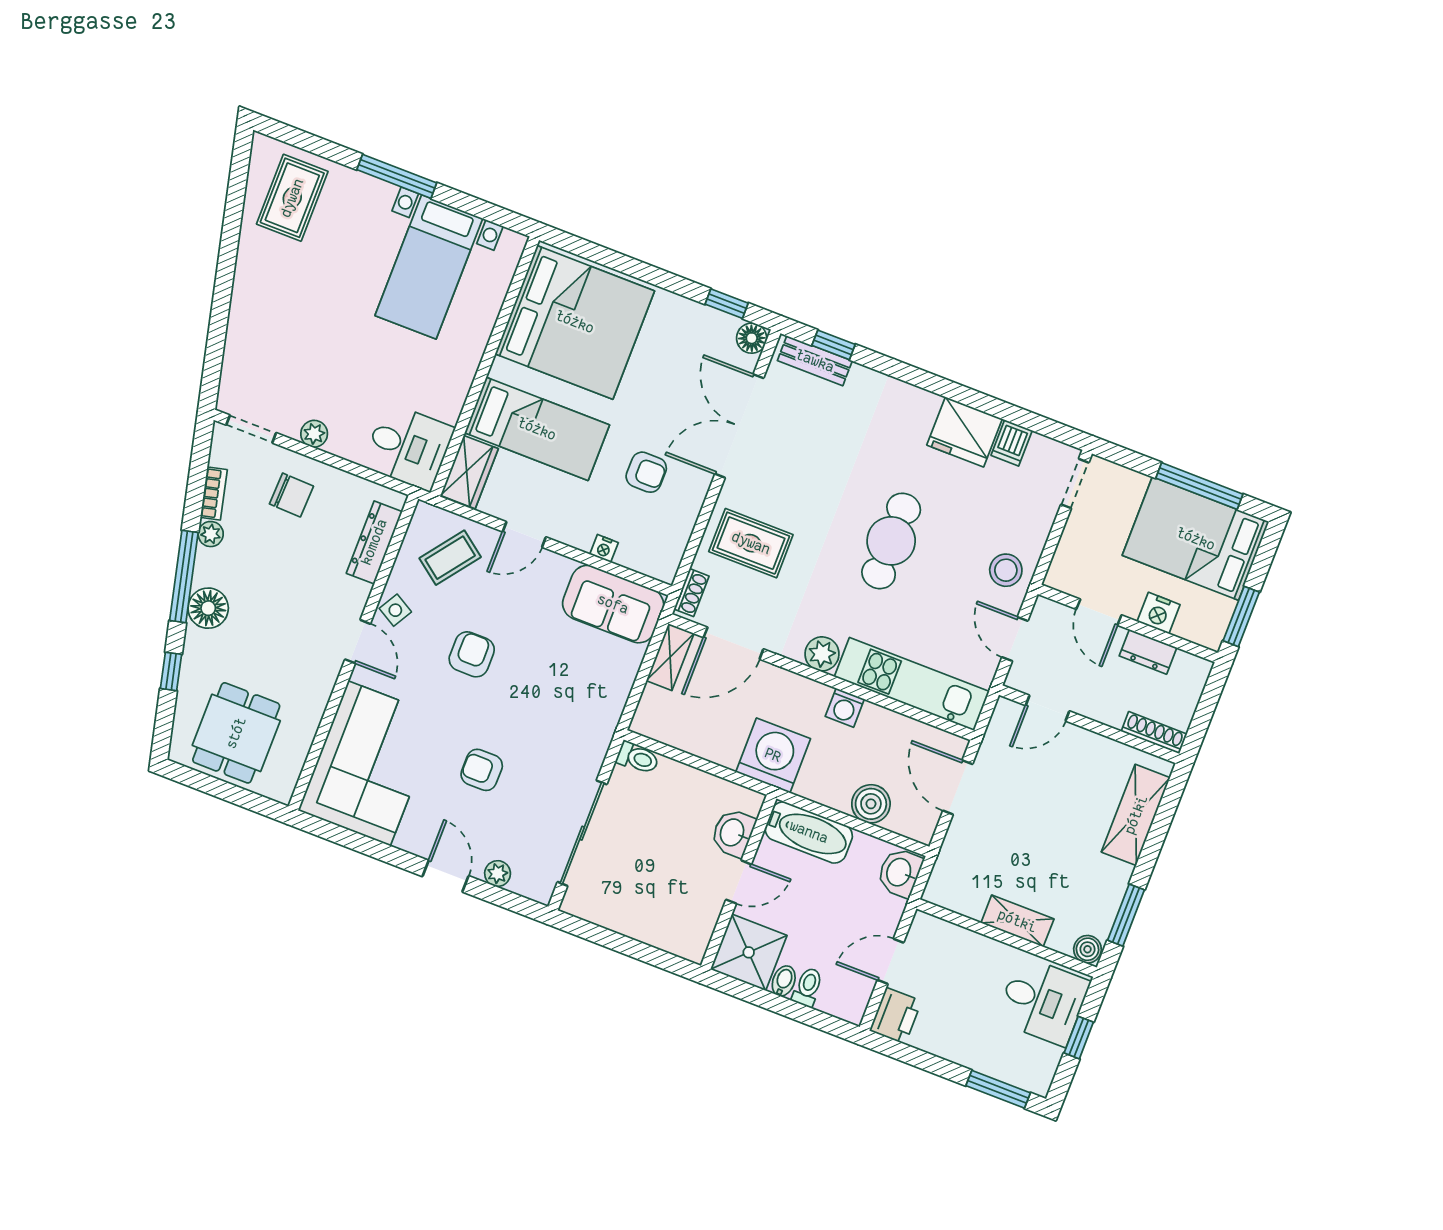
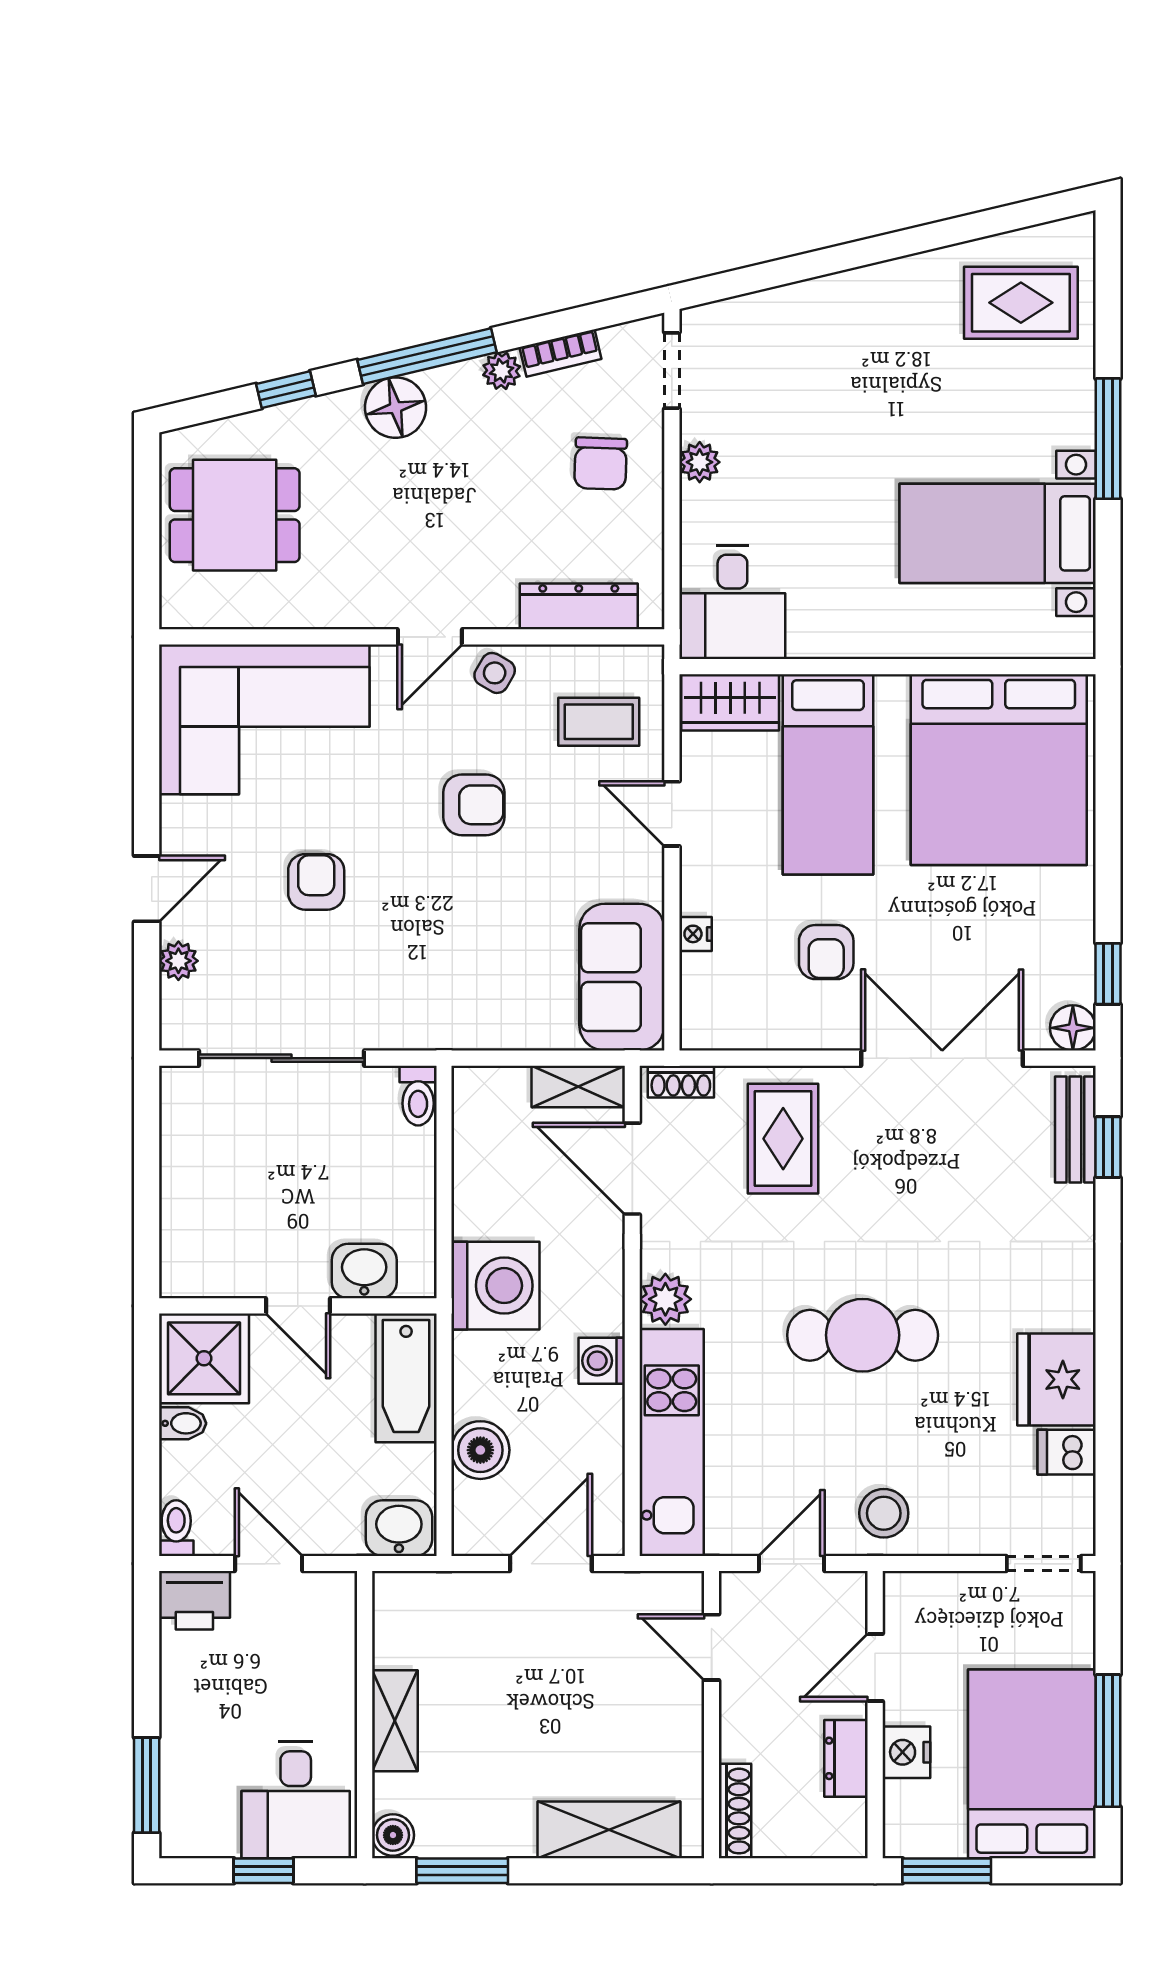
coffee table: (450, 558) -> (599, 722), turned -37
toilet: (808, 987) -> (176, 1528), moved, turned -90

